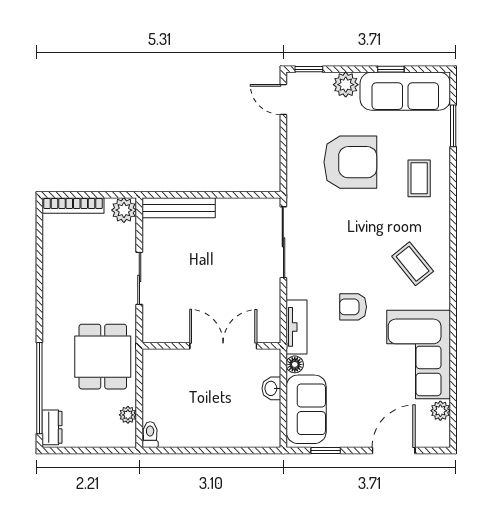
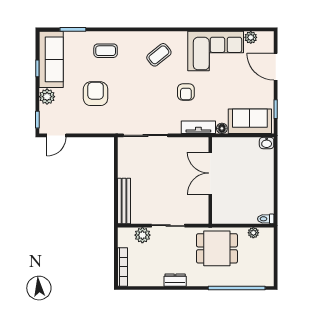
armchair: (350, 162) -> (96, 94), width x0.73, depth x0.73
plant: (124, 210) -> (142, 235), moved
washbasin: (271, 388) -> (267, 143), moved
dresser: (52, 427) -> (175, 280), moved

